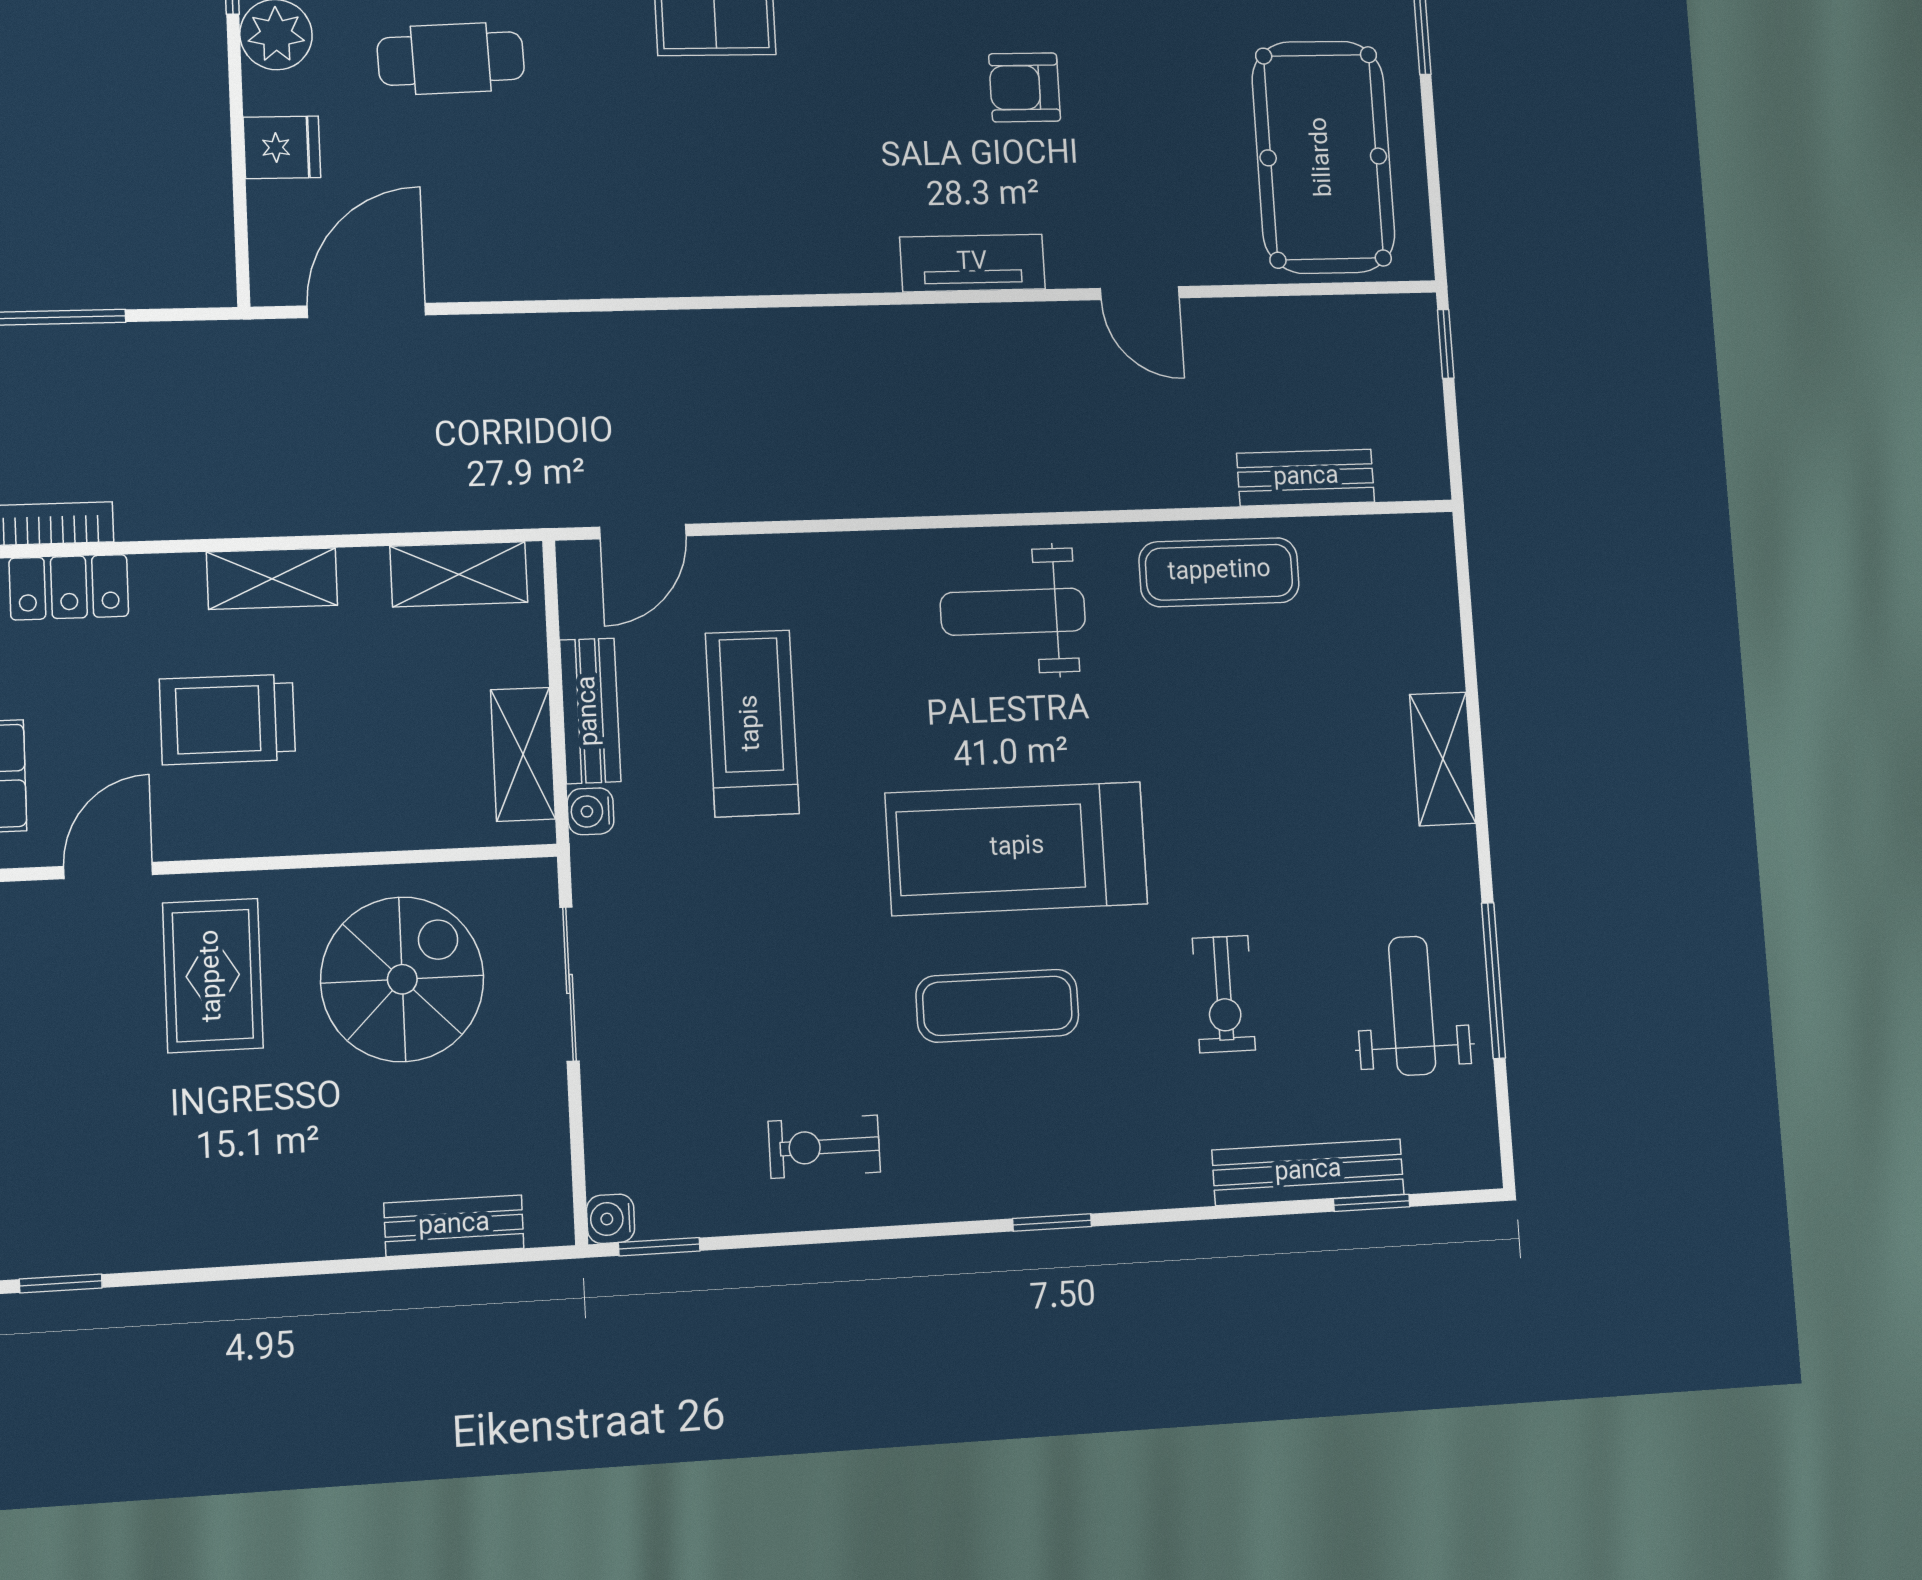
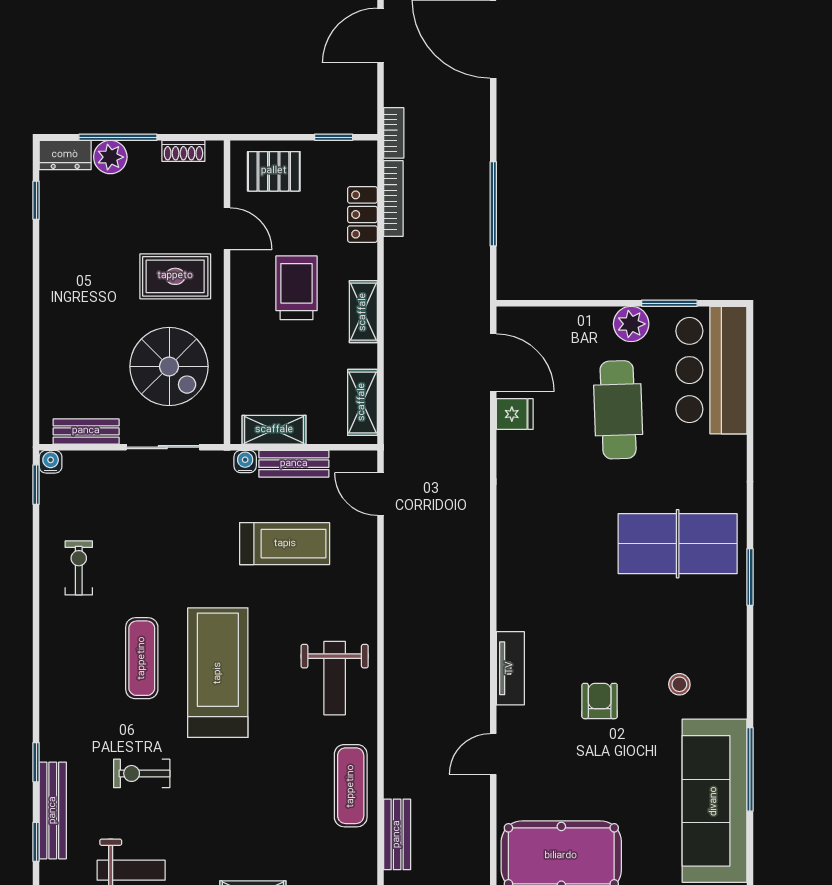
cafe table: (451, 59) -> (618, 410), width x1.37, depth x1.35
fridge: (282, 147) -> (515, 414), moved, turned -90
weight bench: (1013, 612) -> (335, 678), turned 180
window: (1052, 1223) -> (36, 762), moved
bench: (454, 1226) -> (86, 431), moved, turned 90

